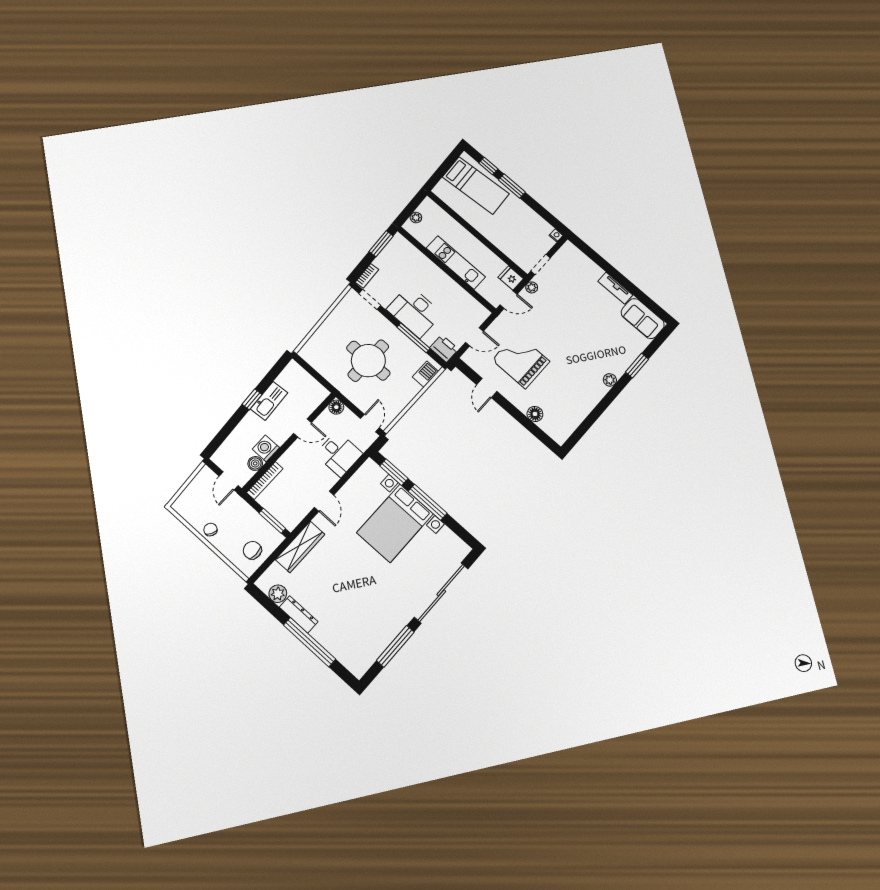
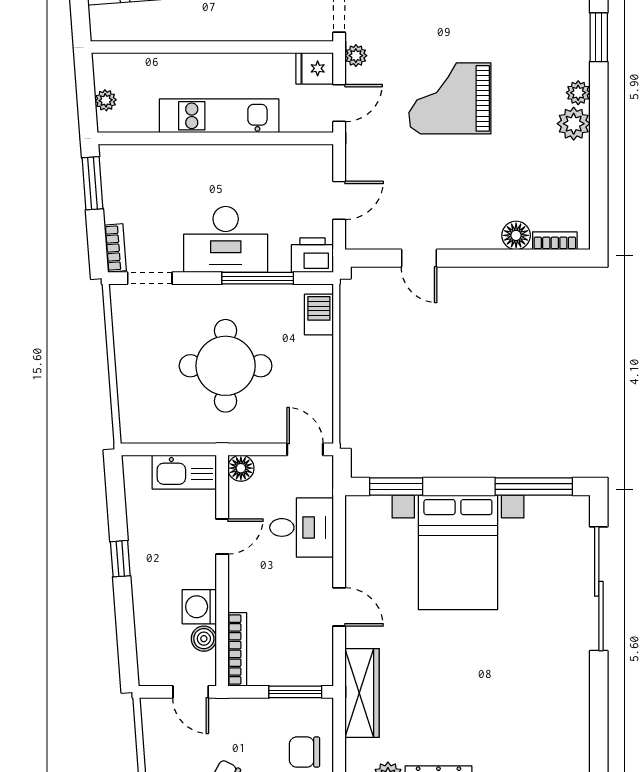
grand piano: (521, 361) -> (450, 98), moved
plant: (597, 390) -> (574, 124), added
kitchen sink: (269, 401) -> (184, 472), moved, turned 94
bookcase: (549, 430) -> (555, 241), added
window: (428, 502) -> (534, 486), moved
window: (395, 646) -> (599, 709), removed

